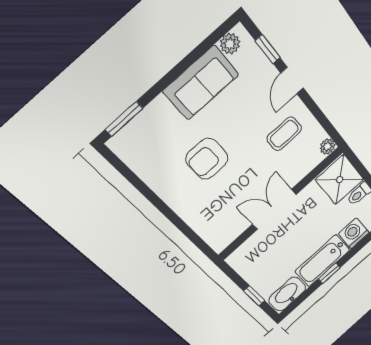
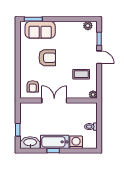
door: (292, 81) -> (99, 57), swing flipped
sofa: (201, 83) -> (40, 30), moved
armchair: (207, 159) -> (47, 58), turned 180
shower: (340, 180) -> (88, 113), removed
armchair: (222, 221) -> (33, 86), added

